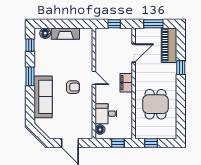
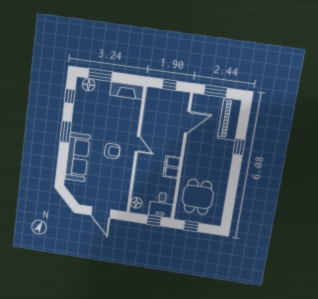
window: (54, 24) -> (100, 75), added
fireplace: (65, 34) -> (127, 91), moved
filing cabinet: (126, 83) -> (172, 167), moved
dining table: (156, 104) -> (198, 197), moved
desk: (106, 114) -> (161, 205), moved, turned -90

